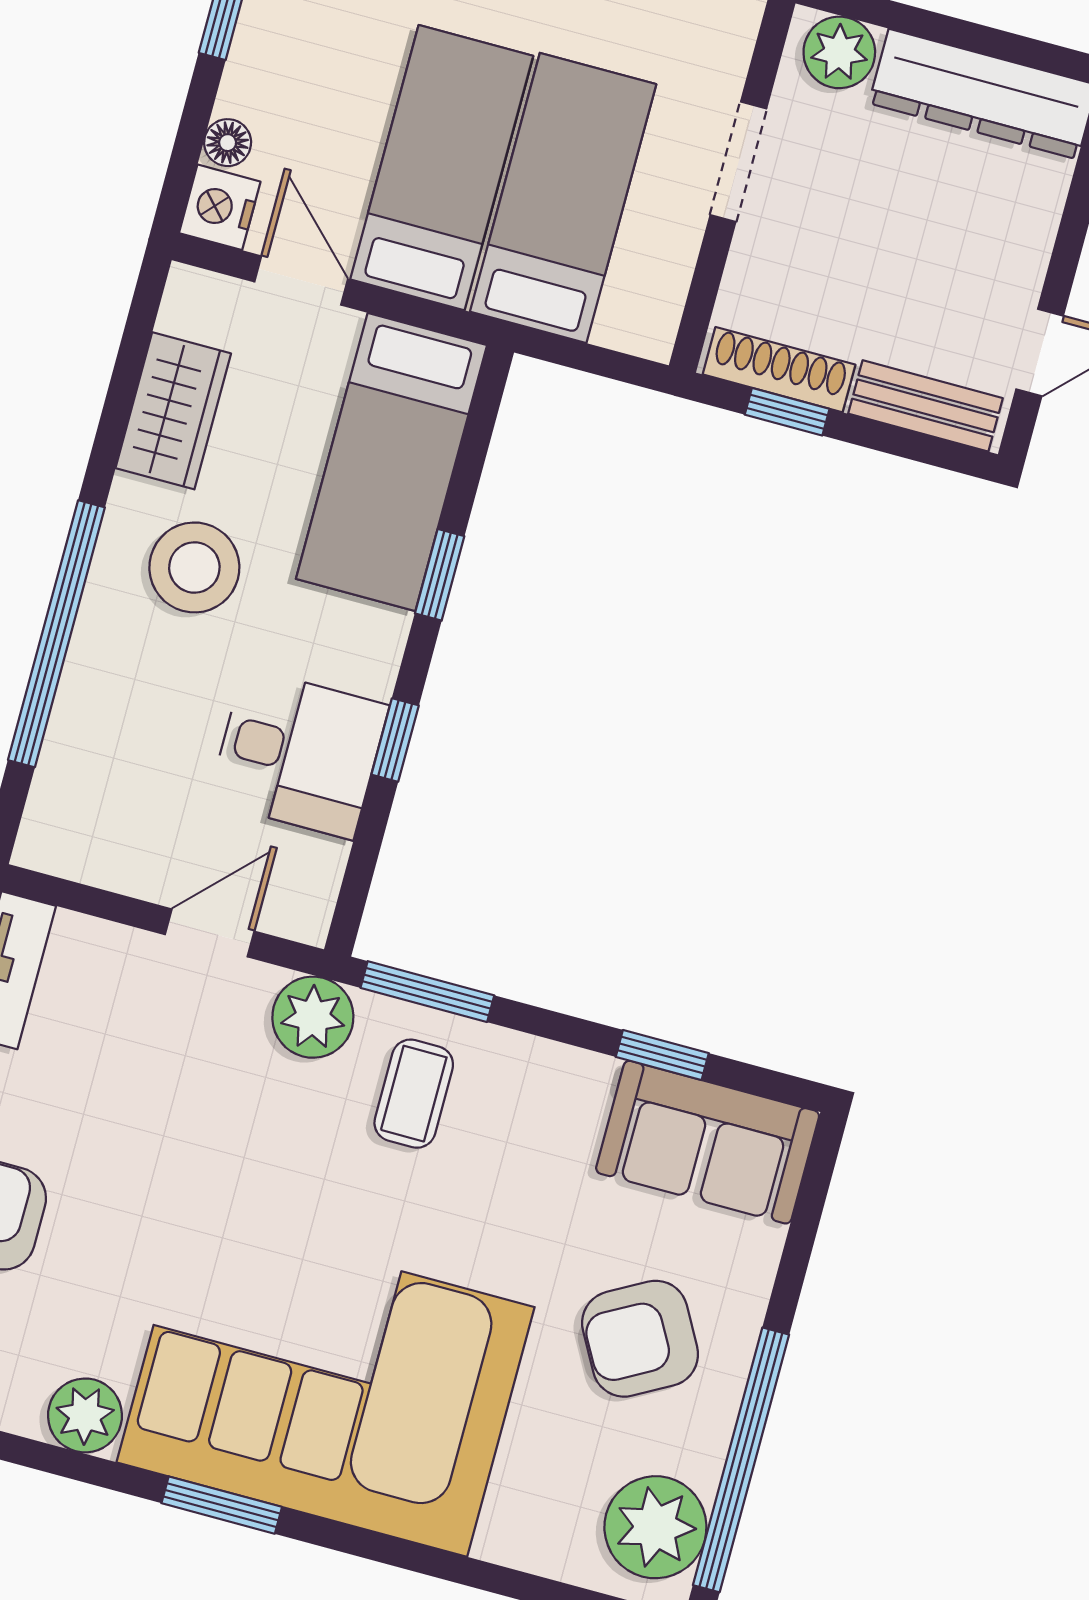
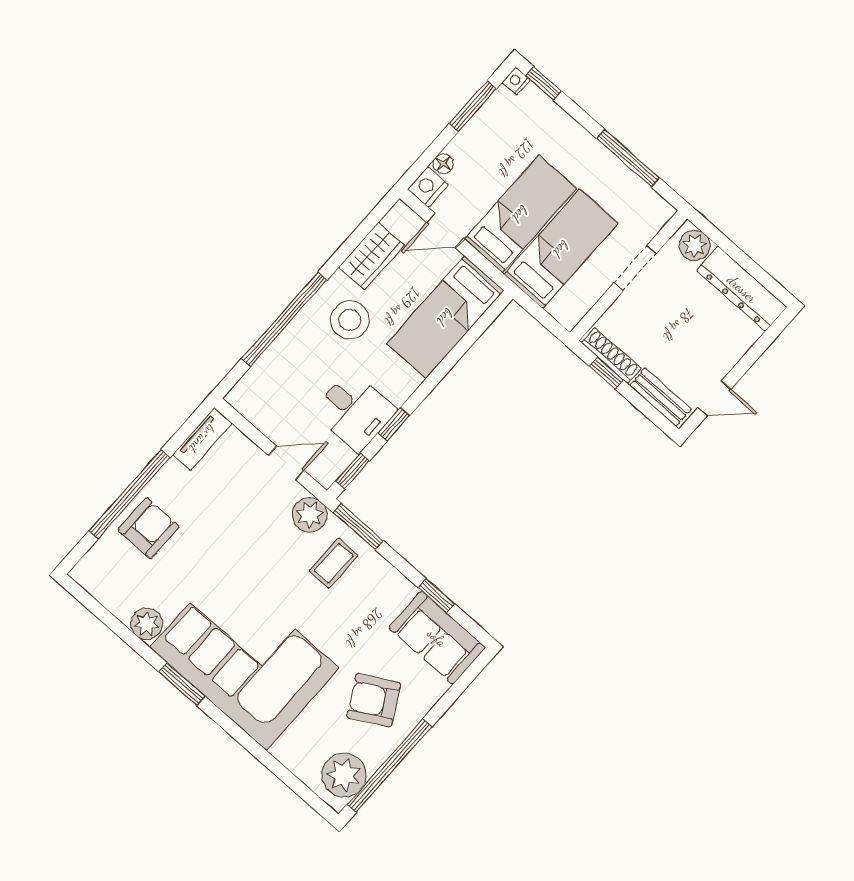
door: (301, 281) -> (445, 230), swing flipped
window: (440, 575) -> (352, 471), moved

